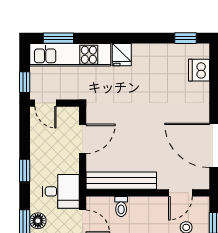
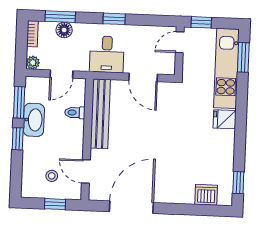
desk: (61, 191) -> (107, 54), moved

